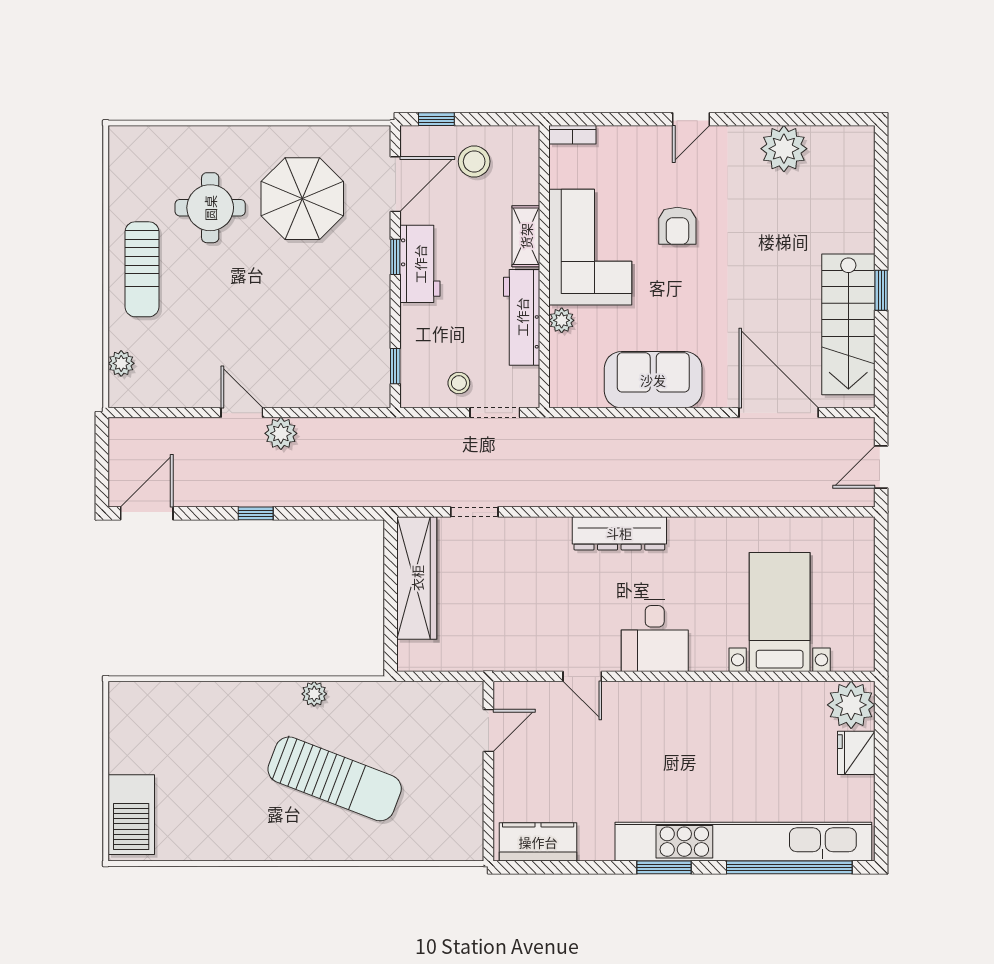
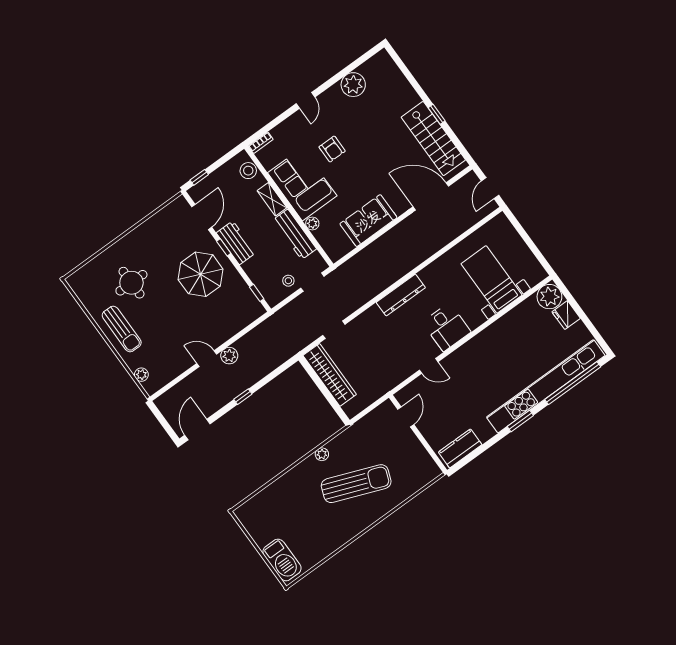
stool: (474, 161) -> (248, 171), moved
parasol: (302, 199) -> (201, 274), moved

